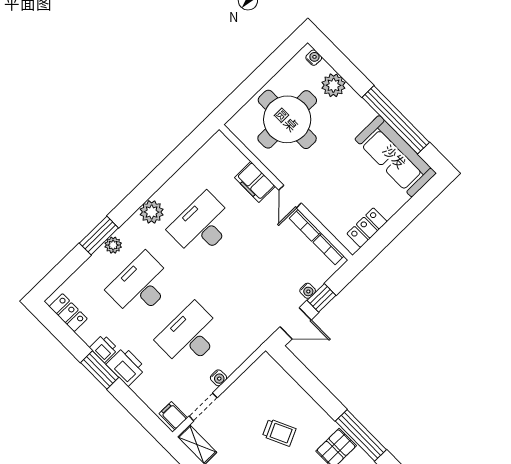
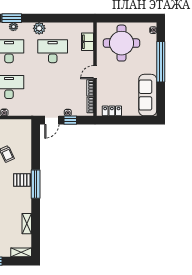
plant: (333, 85) -> (150, 47), removed
window: (396, 120) -> (161, 62), moved
filing cabinet: (255, 182) -> (87, 42), moved
door: (296, 323) -> (52, 120), hinge flipped

